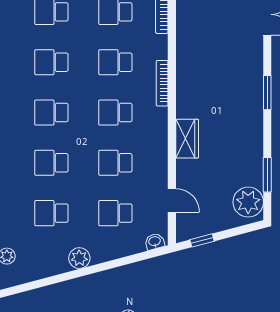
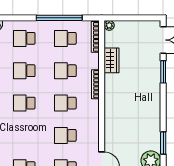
window: (267, 93) -> (163, 72), moved
wardrobe: (187, 139) -> (112, 60), moved
school desk: (51, 163) -> (24, 135), removed

